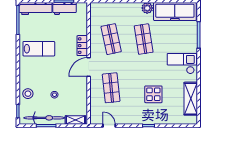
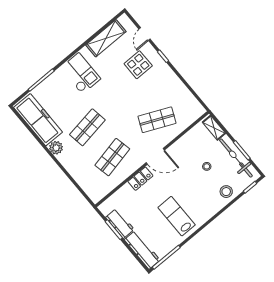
checkout: (182, 64) -> (80, 73), turned 180
shop shelf: (111, 88) -> (157, 120), turned 30
display table: (153, 94) -> (138, 65), moved
door: (109, 126) -> (145, 34), moved

